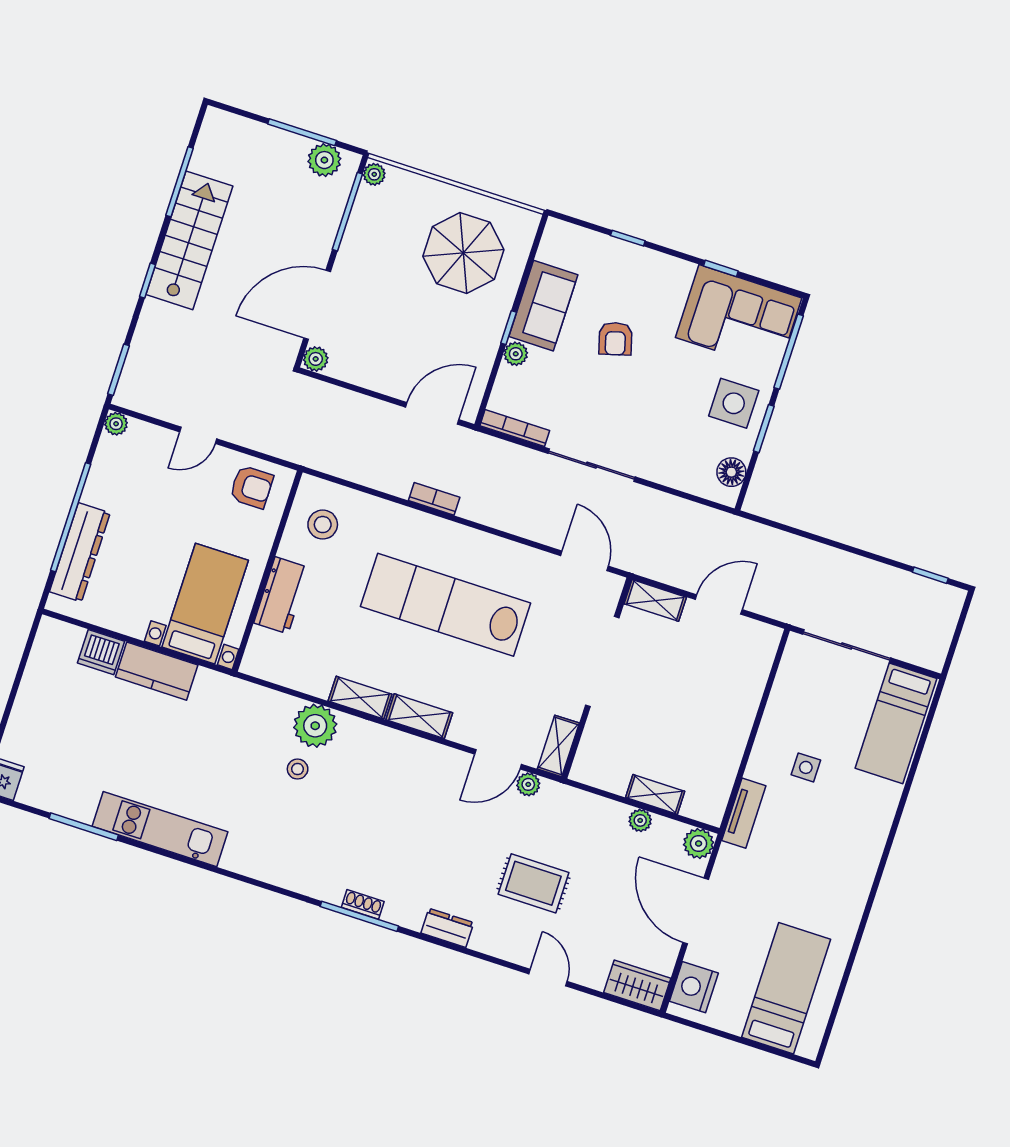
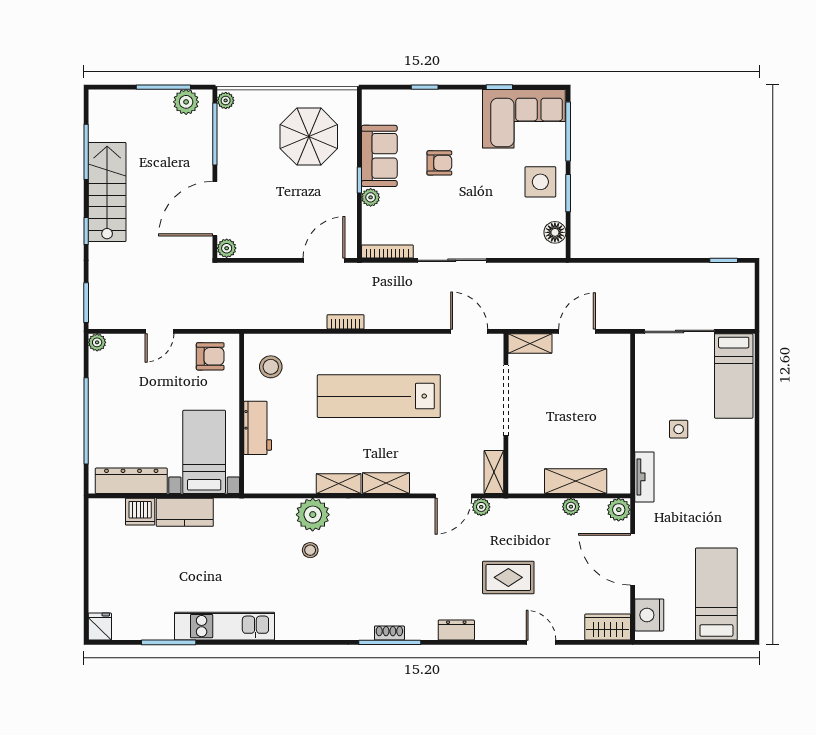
armchair: (615, 339) -> (439, 163), turned -74
dresser: (80, 552) -> (131, 481), moved, turned -90
shelving: (655, 794) -> (576, 481), width x1.50, depth x1.33

